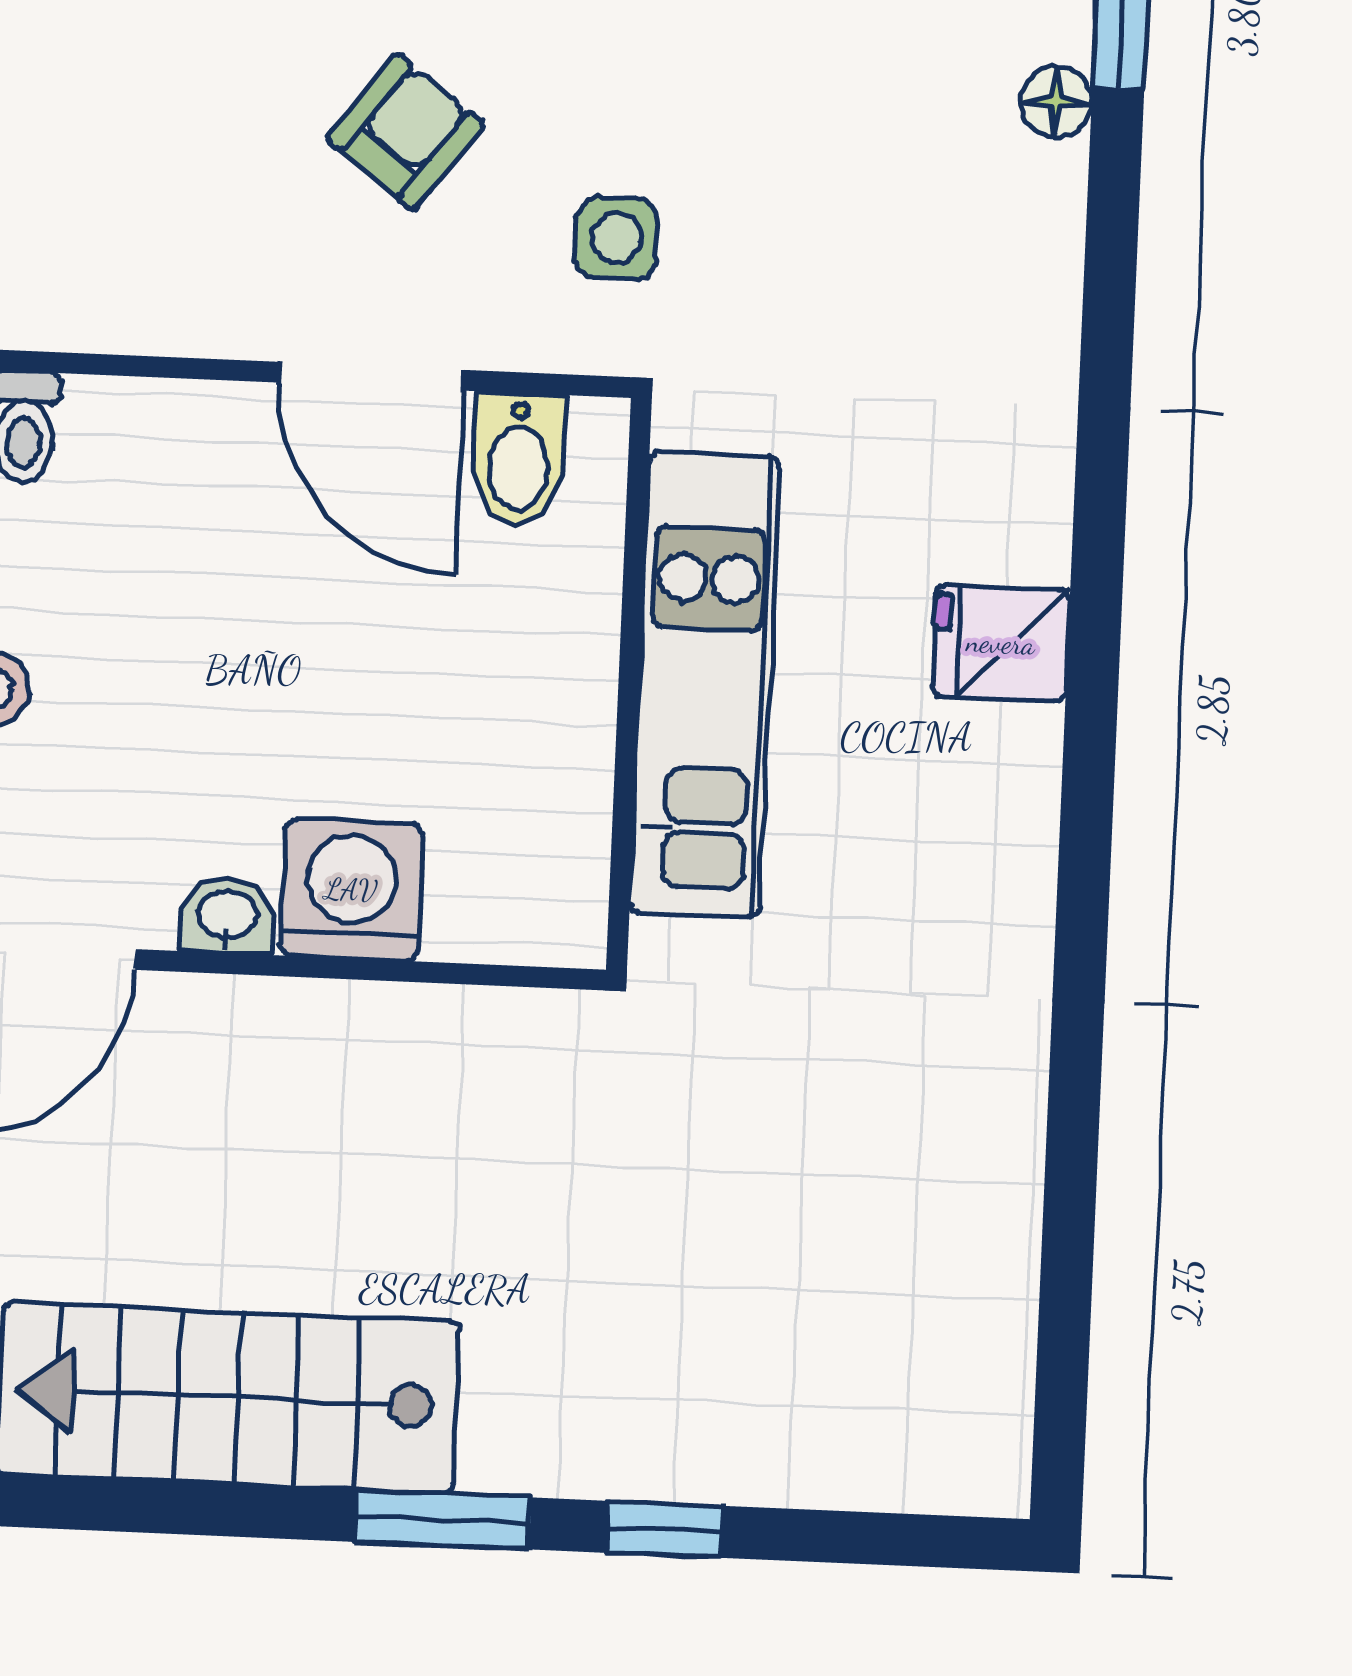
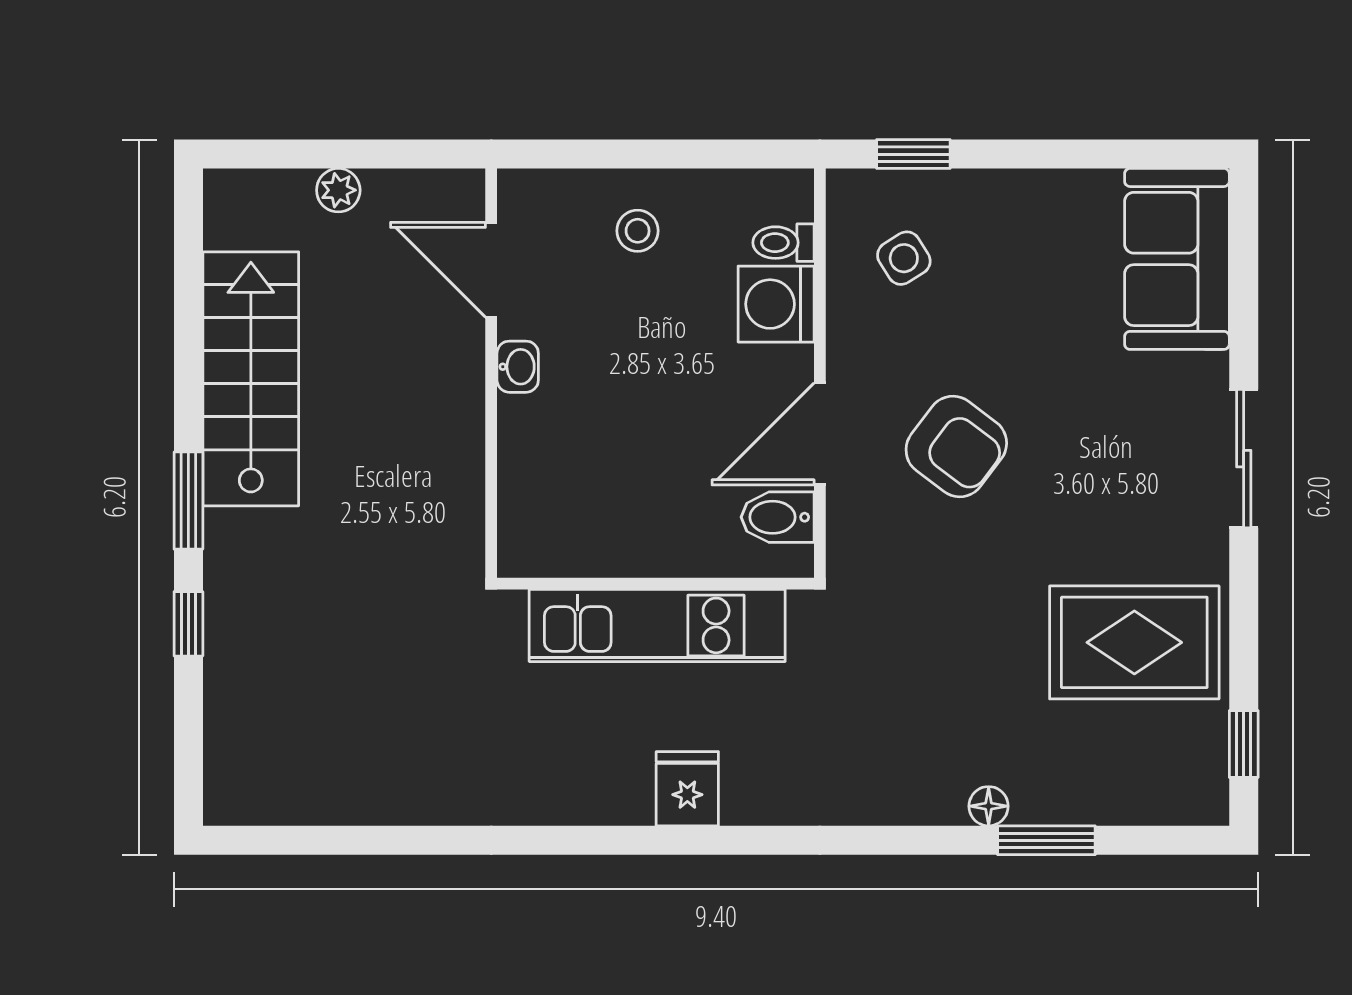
armchair: (405, 131) -> (956, 446), width x1.38, depth x1.38
side table: (616, 238) -> (904, 258), moved, turned -32
washing machine: (351, 890) -> (776, 304), moved, turned 180

